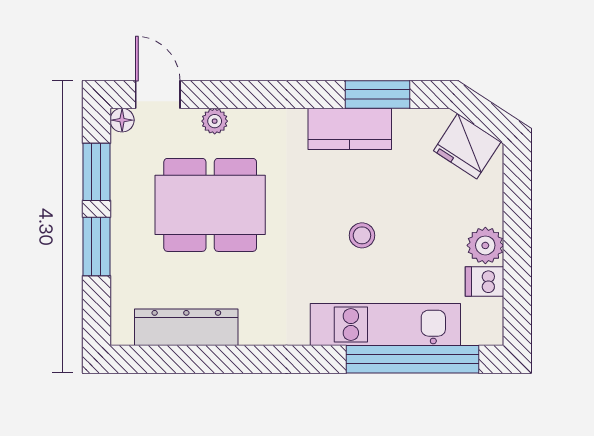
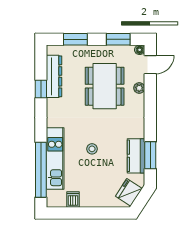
kitchen counter: (350, 129) -> (136, 156), moved
plant: (485, 245) -> (88, 200), removed
window: (96, 247) -> (75, 39), moved
window: (217, 359) -> (41, 89), added

